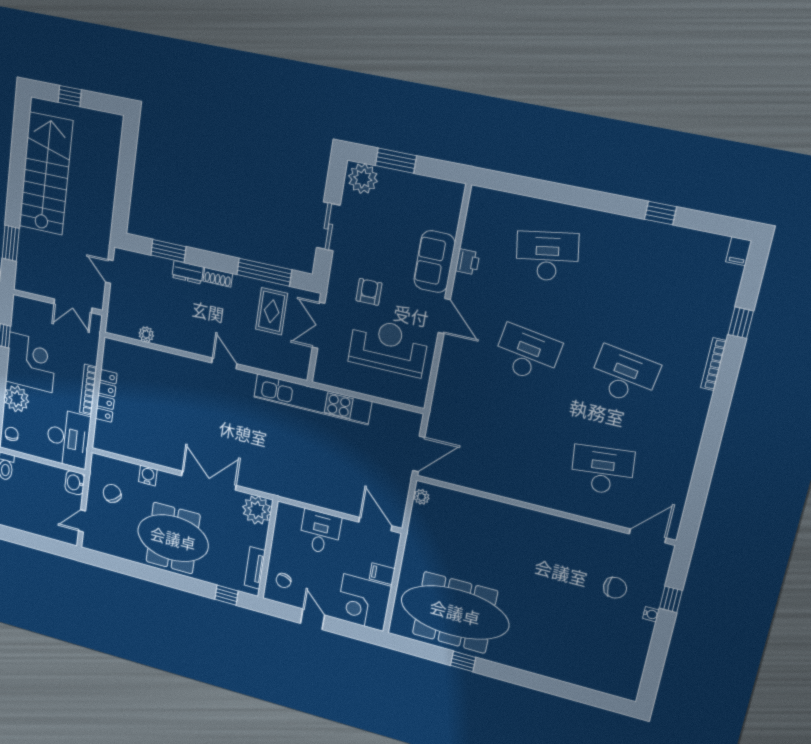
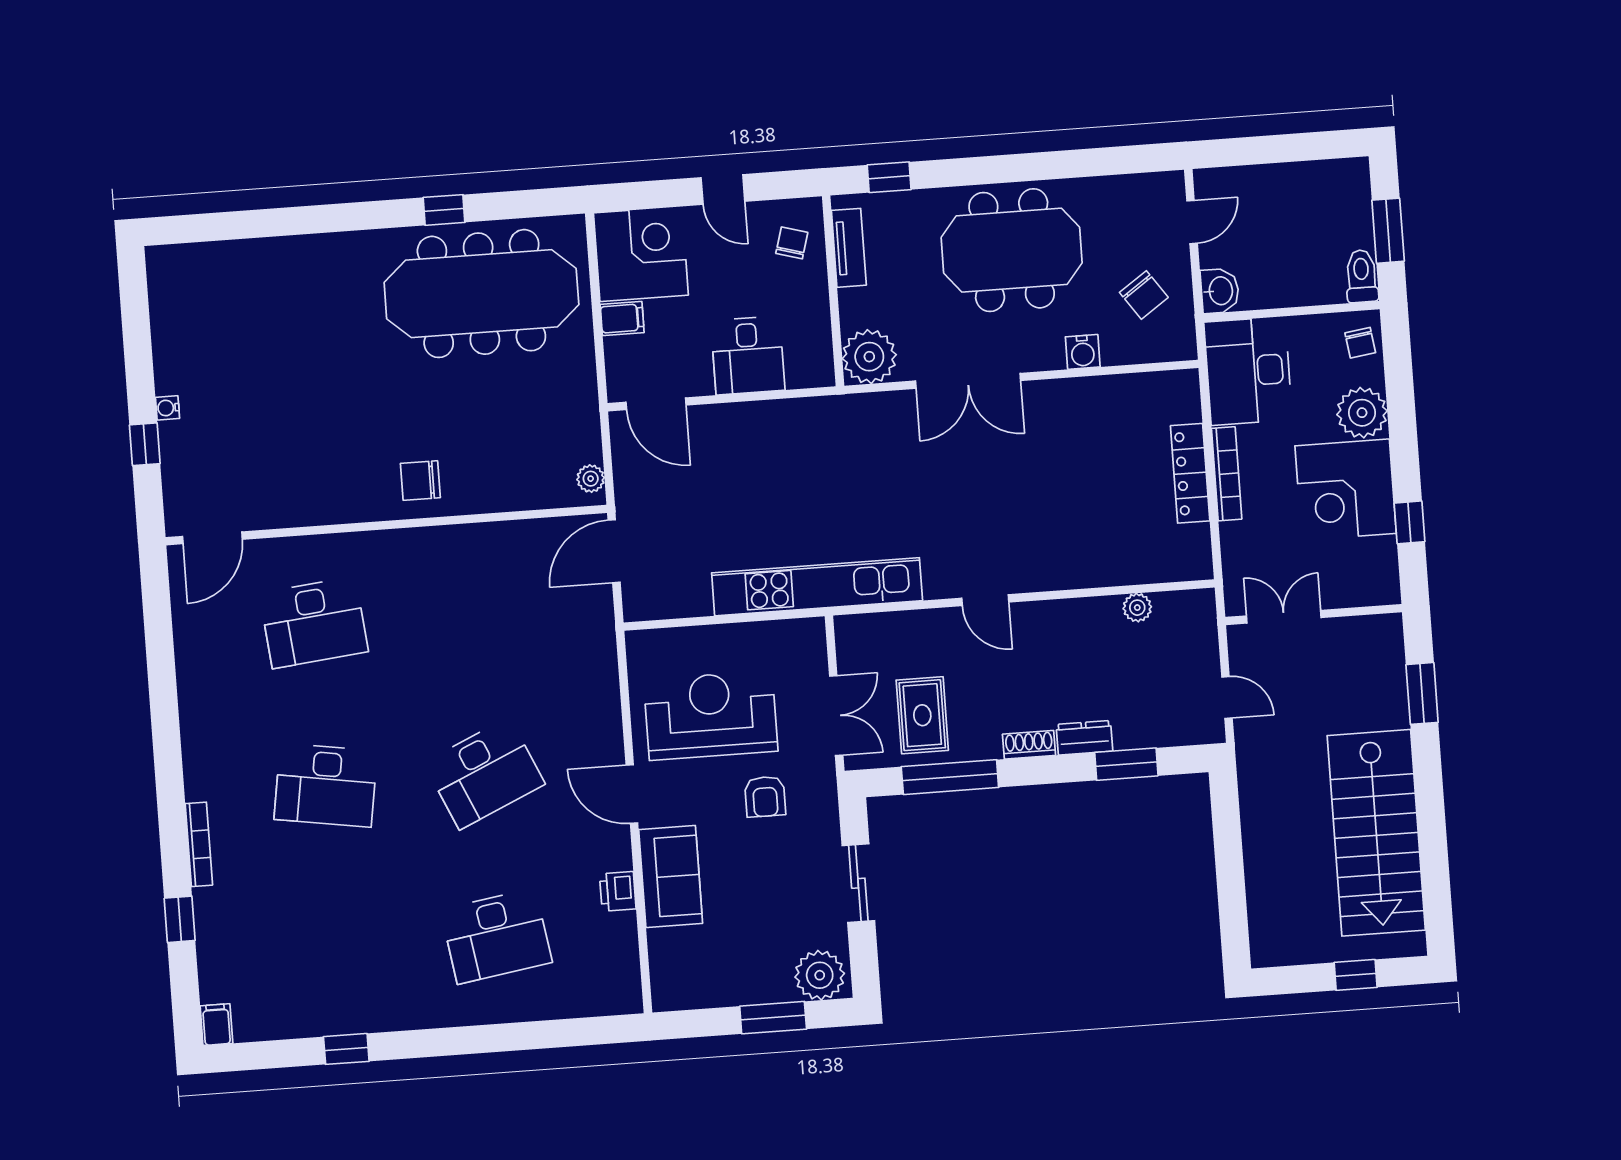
reception desk: (388, 347) -> (711, 715), turned 180
desk: (527, 354) -> (484, 773), turned -33
chair: (615, 588) -> (420, 481), moved

